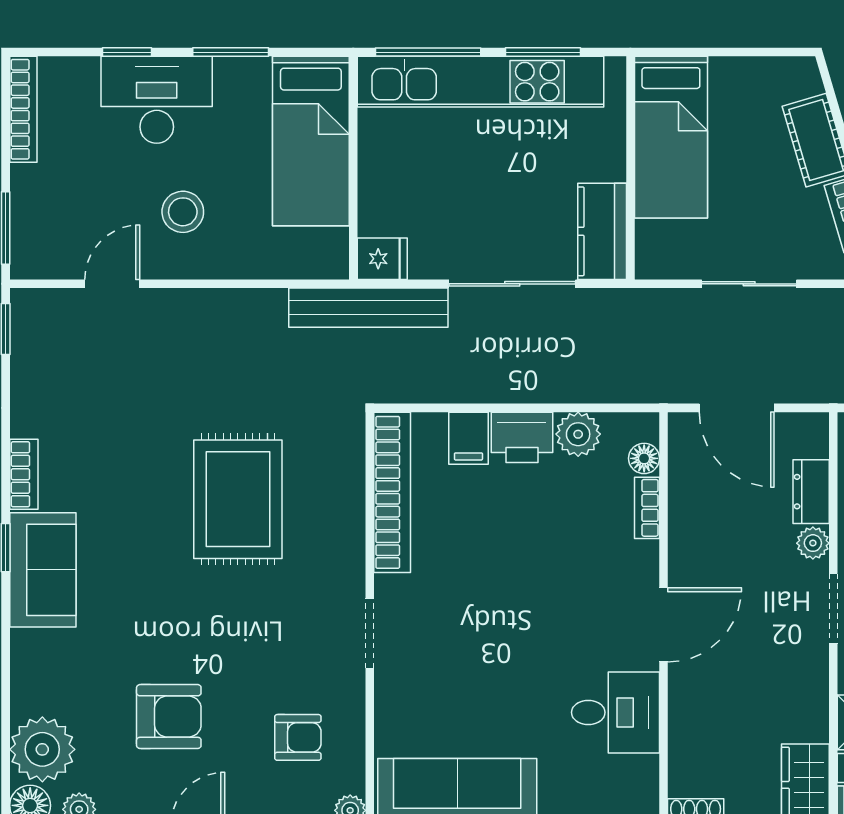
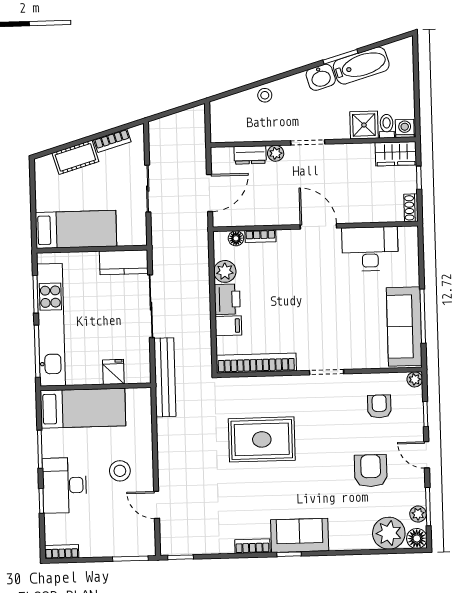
bookcase: (23, 109) -> (62, 552), width x0.64
fridge: (382, 259) -> (113, 372), moved
desk: (615, 712) -> (370, 249), width x1.37

